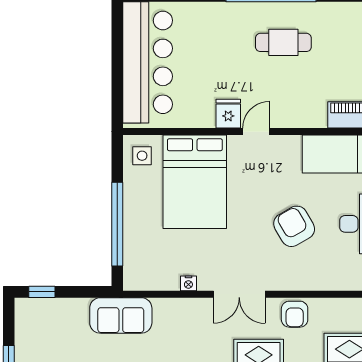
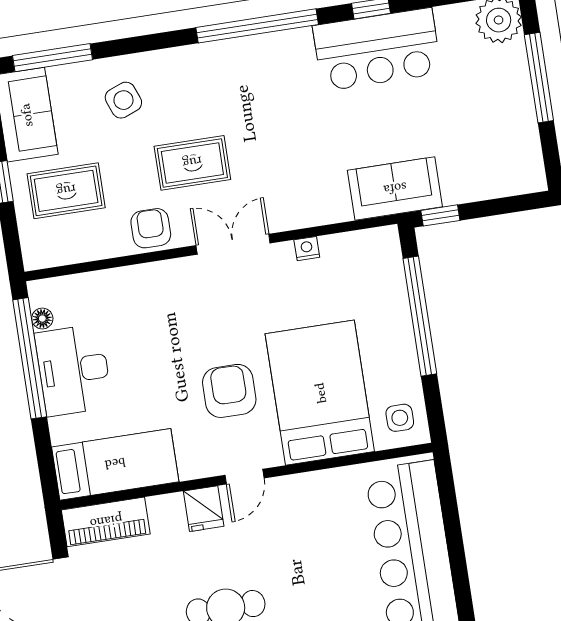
fridge: (228, 114) -> (204, 509), moved
armchair: (294, 226) -> (229, 391), moved, turned -150
window: (42, 292) -> (440, 215), moved

